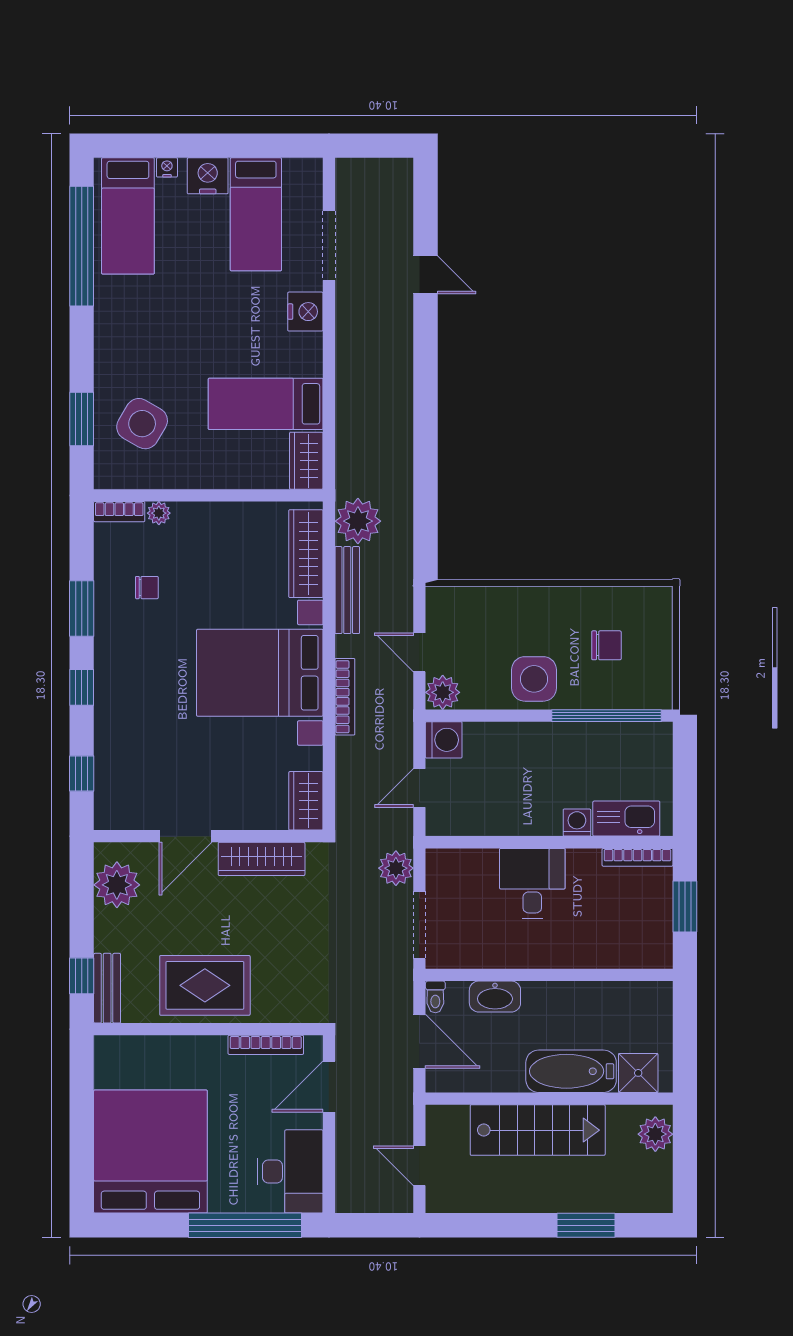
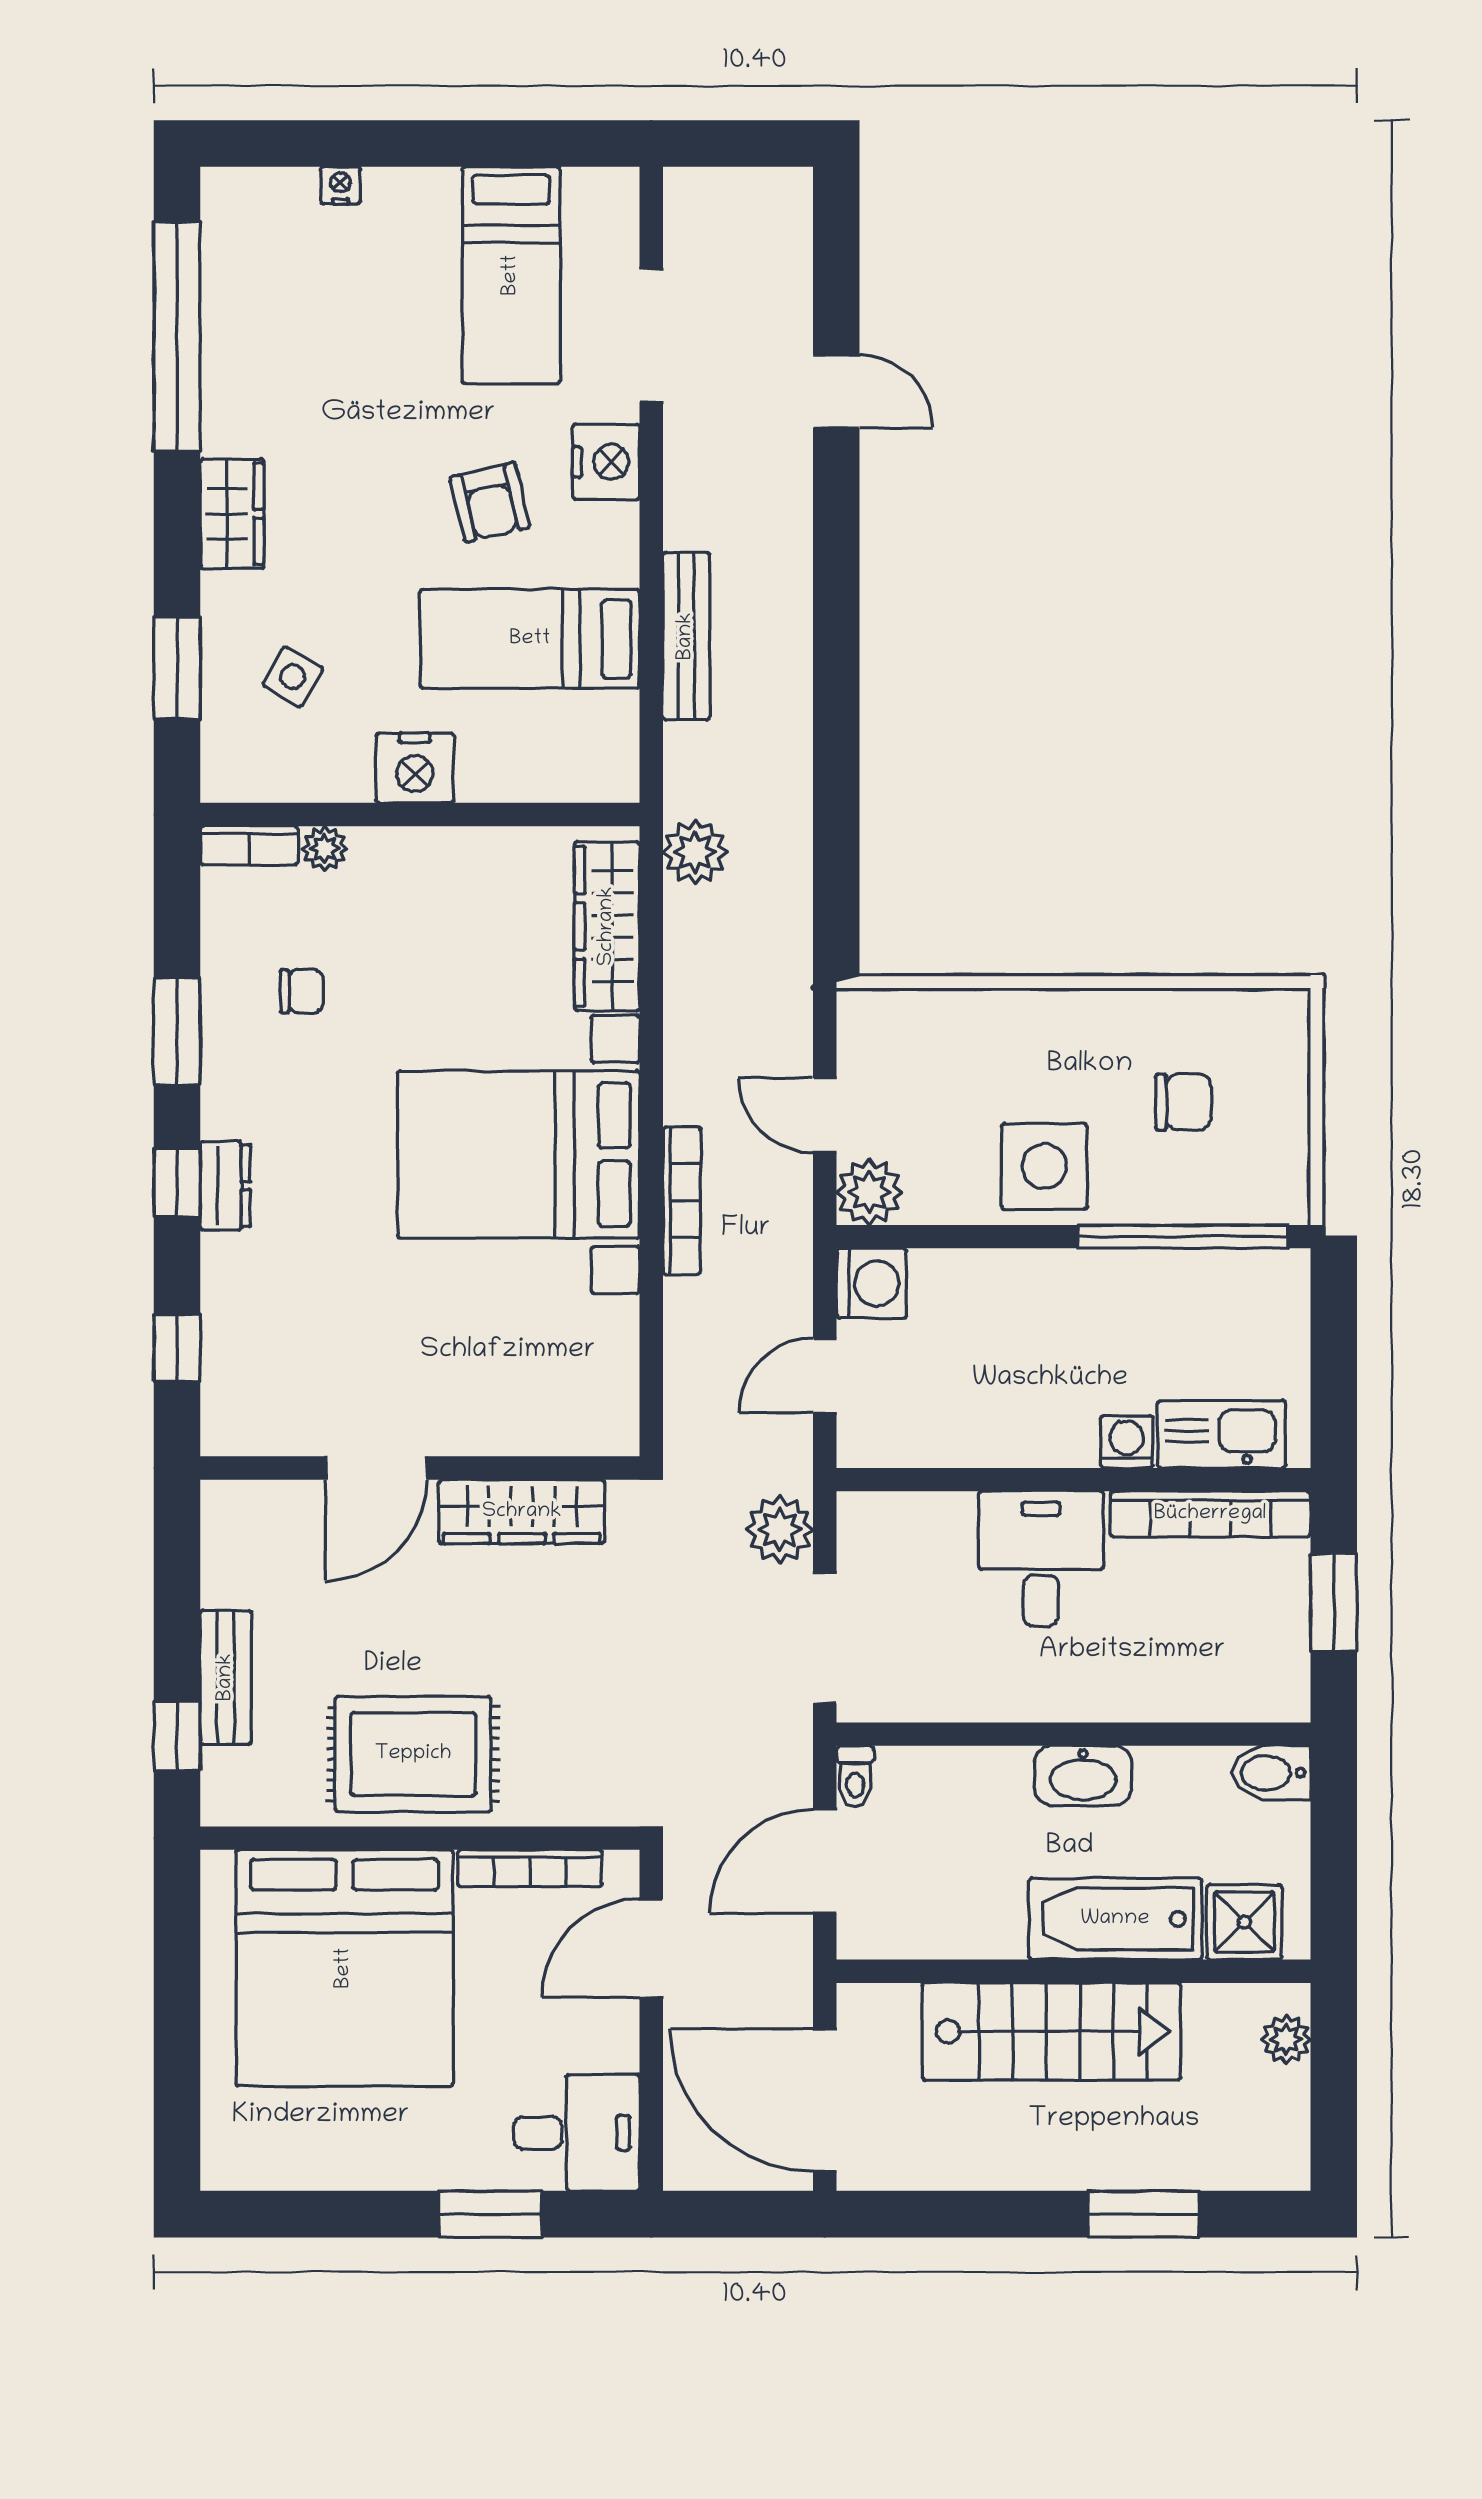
nightstand: (208, 176) -> (415, 768), moved, turned 180
bed: (128, 216) -> (266, 278), removed
armchair: (245, 333) -> (490, 502), added
side table: (142, 424) -> (293, 677), width x0.54, depth x0.54
wardrobe: (306, 461) -> (232, 514), moved, turned 180
plant: (358, 521) -> (695, 852), width x0.73, depth x0.73
bench: (347, 590) -> (686, 636), moved
dresser: (107, 689) -> (225, 1186), added
wardrobe: (306, 801) -> (607, 1400), removed
bookcase: (638, 857) -> (1210, 1514), width x1.48, depth x1.31
plant: (117, 885) -> (244, 1561), removed
bench: (107, 988) -> (226, 1677), moved
bidet: (652, 995) -> (1271, 1773), added
washbasin: (495, 997) -> (1083, 1776), moved
door: (419, 1041) -> (825, 1861), swing flipped
plant: (655, 1134) -> (1286, 2039), width x0.73, depth x0.73
bed: (150, 1152) -> (344, 1968), moved, turned 180
door: (419, 1166) -> (825, 2100), width x1.88
desk: (290, 1171) -> (577, 2133), width x0.73
window: (245, 1225) -> (490, 2214), width x0.47

